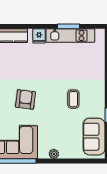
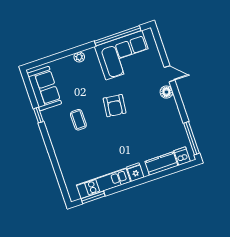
window: (68, 26) -> (93, 197), moved
armchair: (26, 99) -> (115, 106), moved

